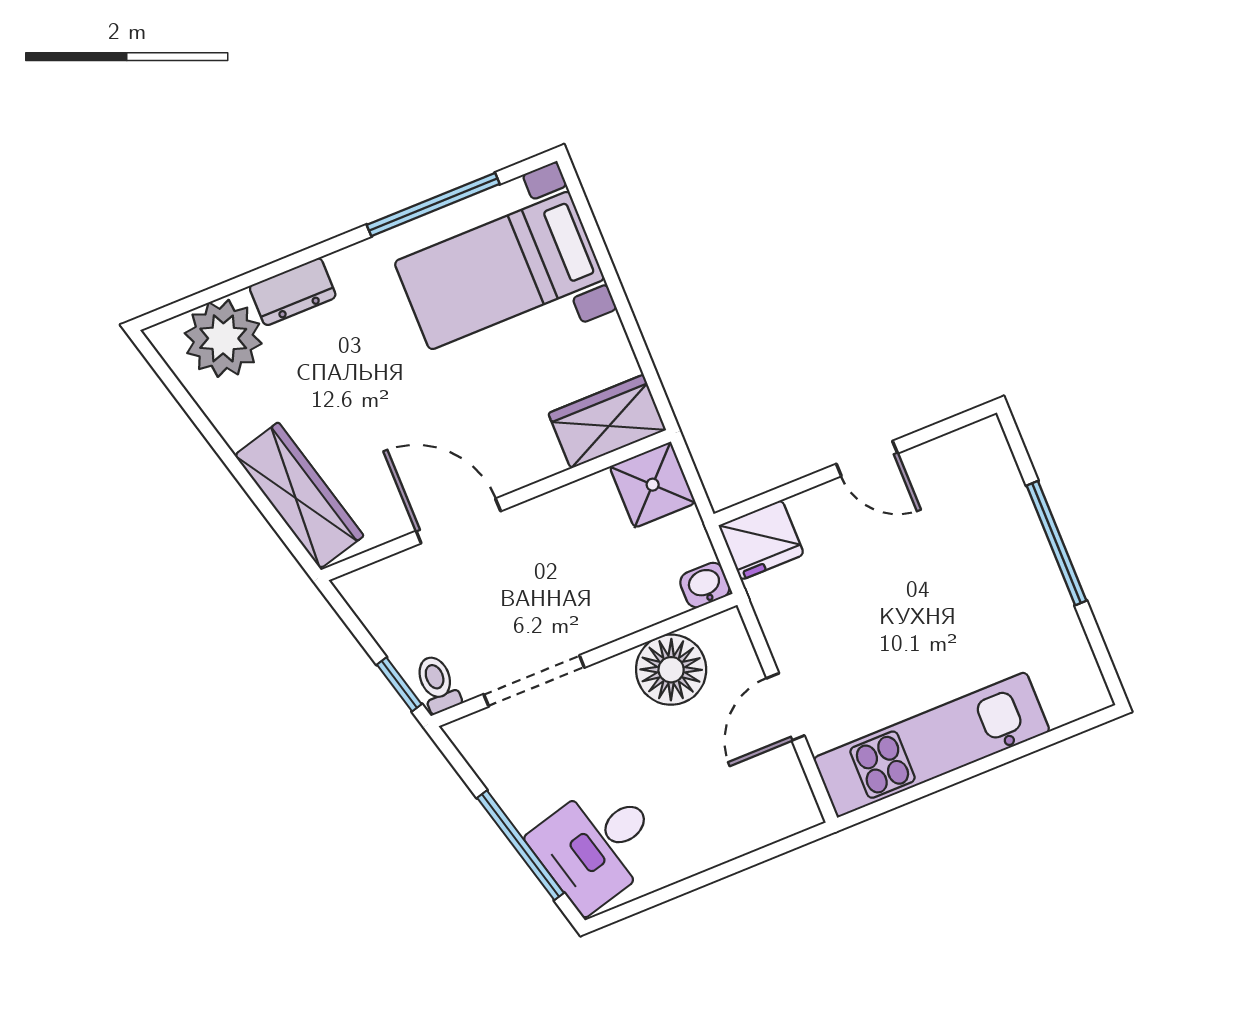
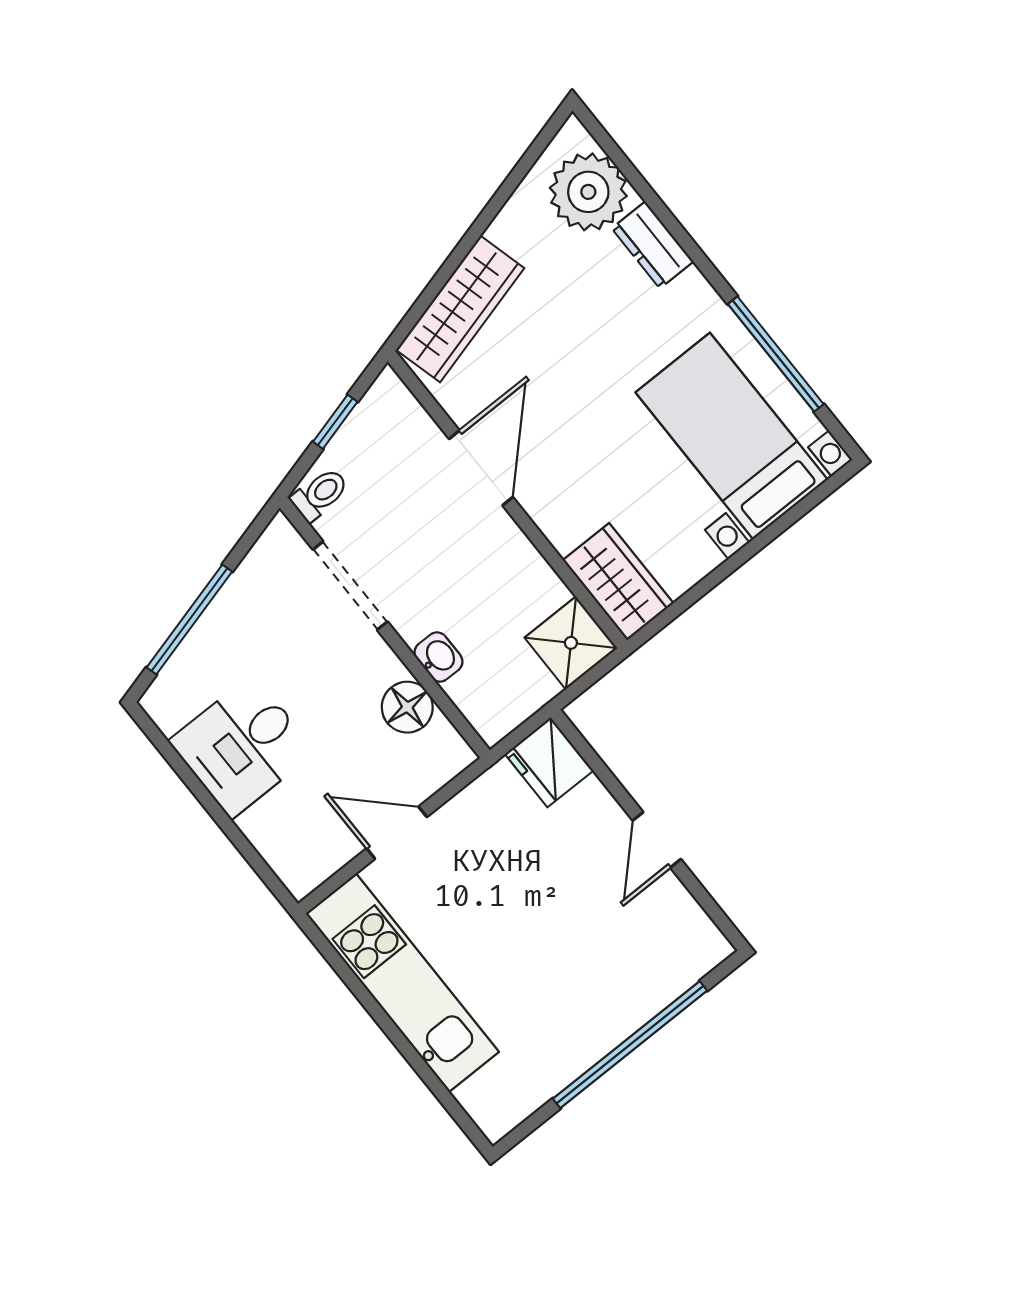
window: (1057, 543) -> (630, 1045), width x1.46
washbasin: (705, 585) -> (438, 657), moved
floor lamp: (671, 670) -> (407, 707), width x0.73, depth x0.73
window: (399, 684) -> (335, 422), moved
desk: (597, 845) -> (242, 746), moved, turned -75

